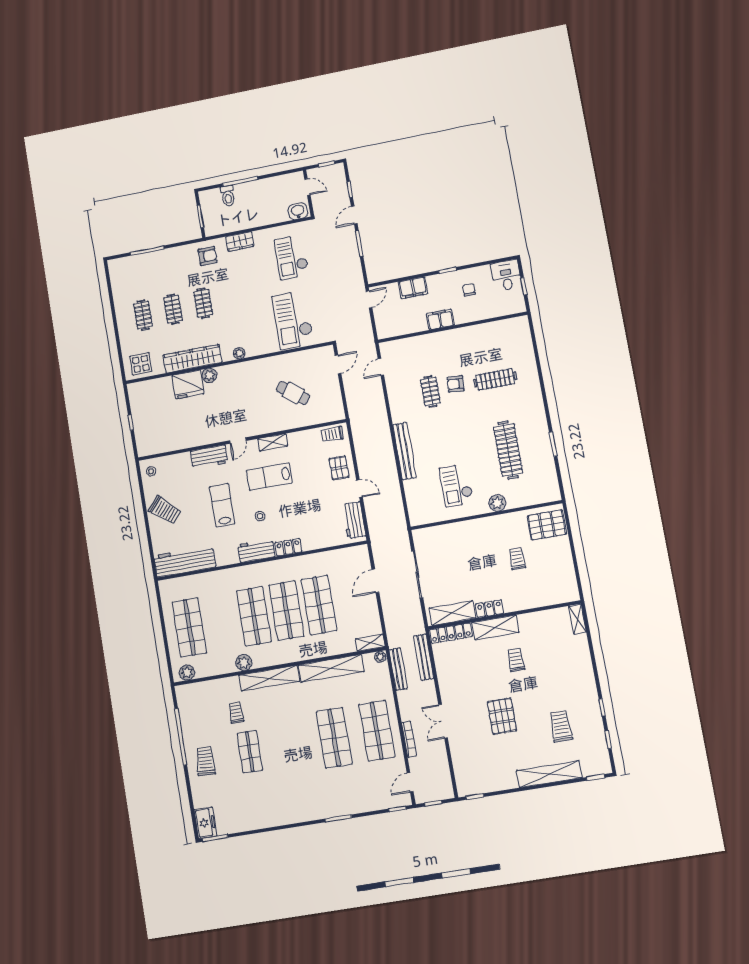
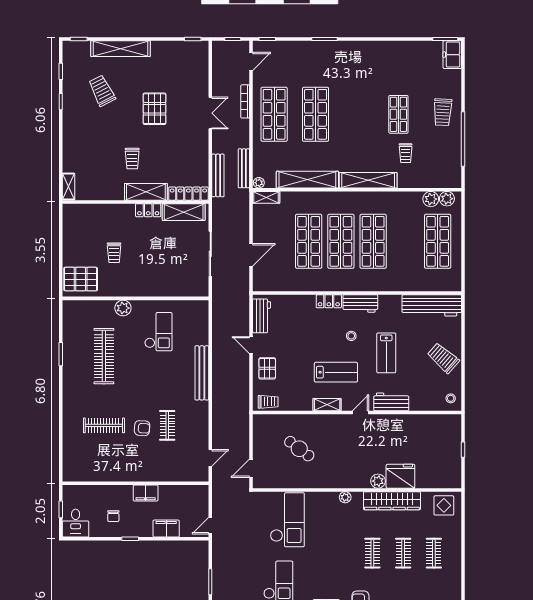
plant: (244, 663) -> (431, 199), moved
trolley: (561, 726) -> (102, 91), turned 153

